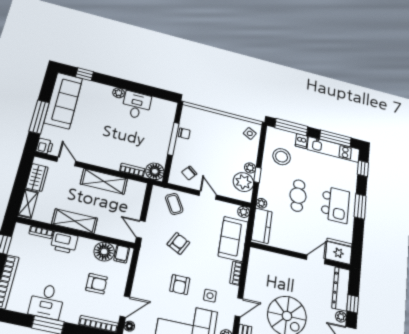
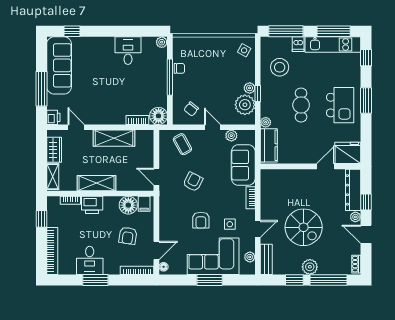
plant: (119, 93) -> (162, 42), moved
plant: (244, 212) -> (231, 136), moved
armchair: (97, 284) -> (128, 236), turned 99

